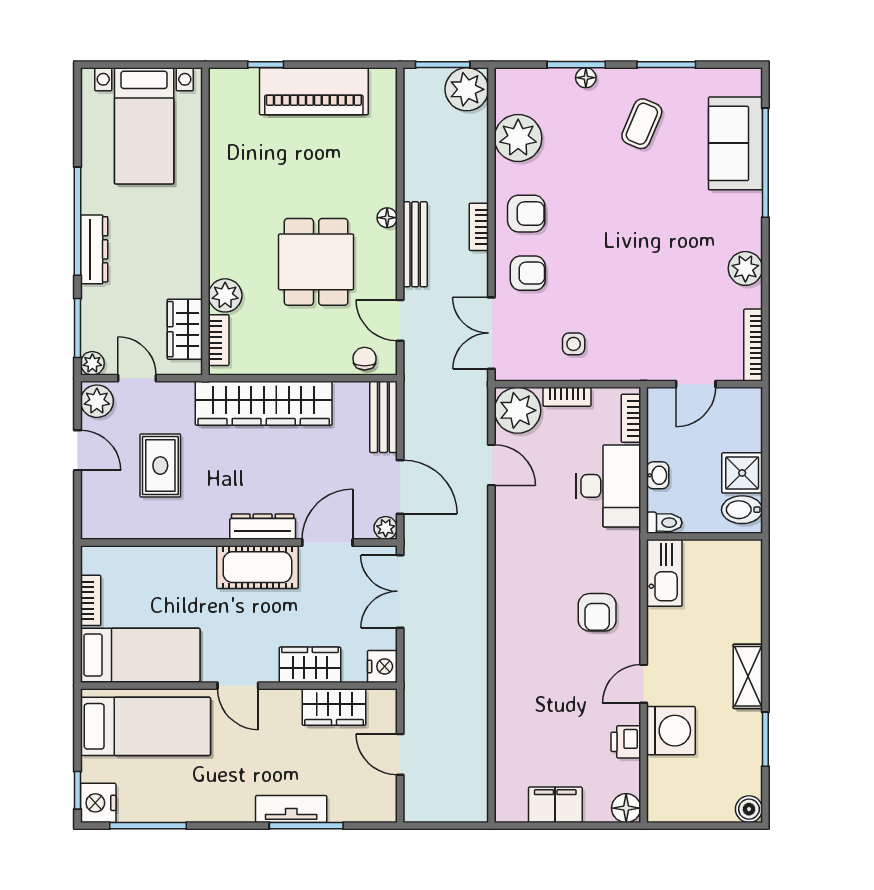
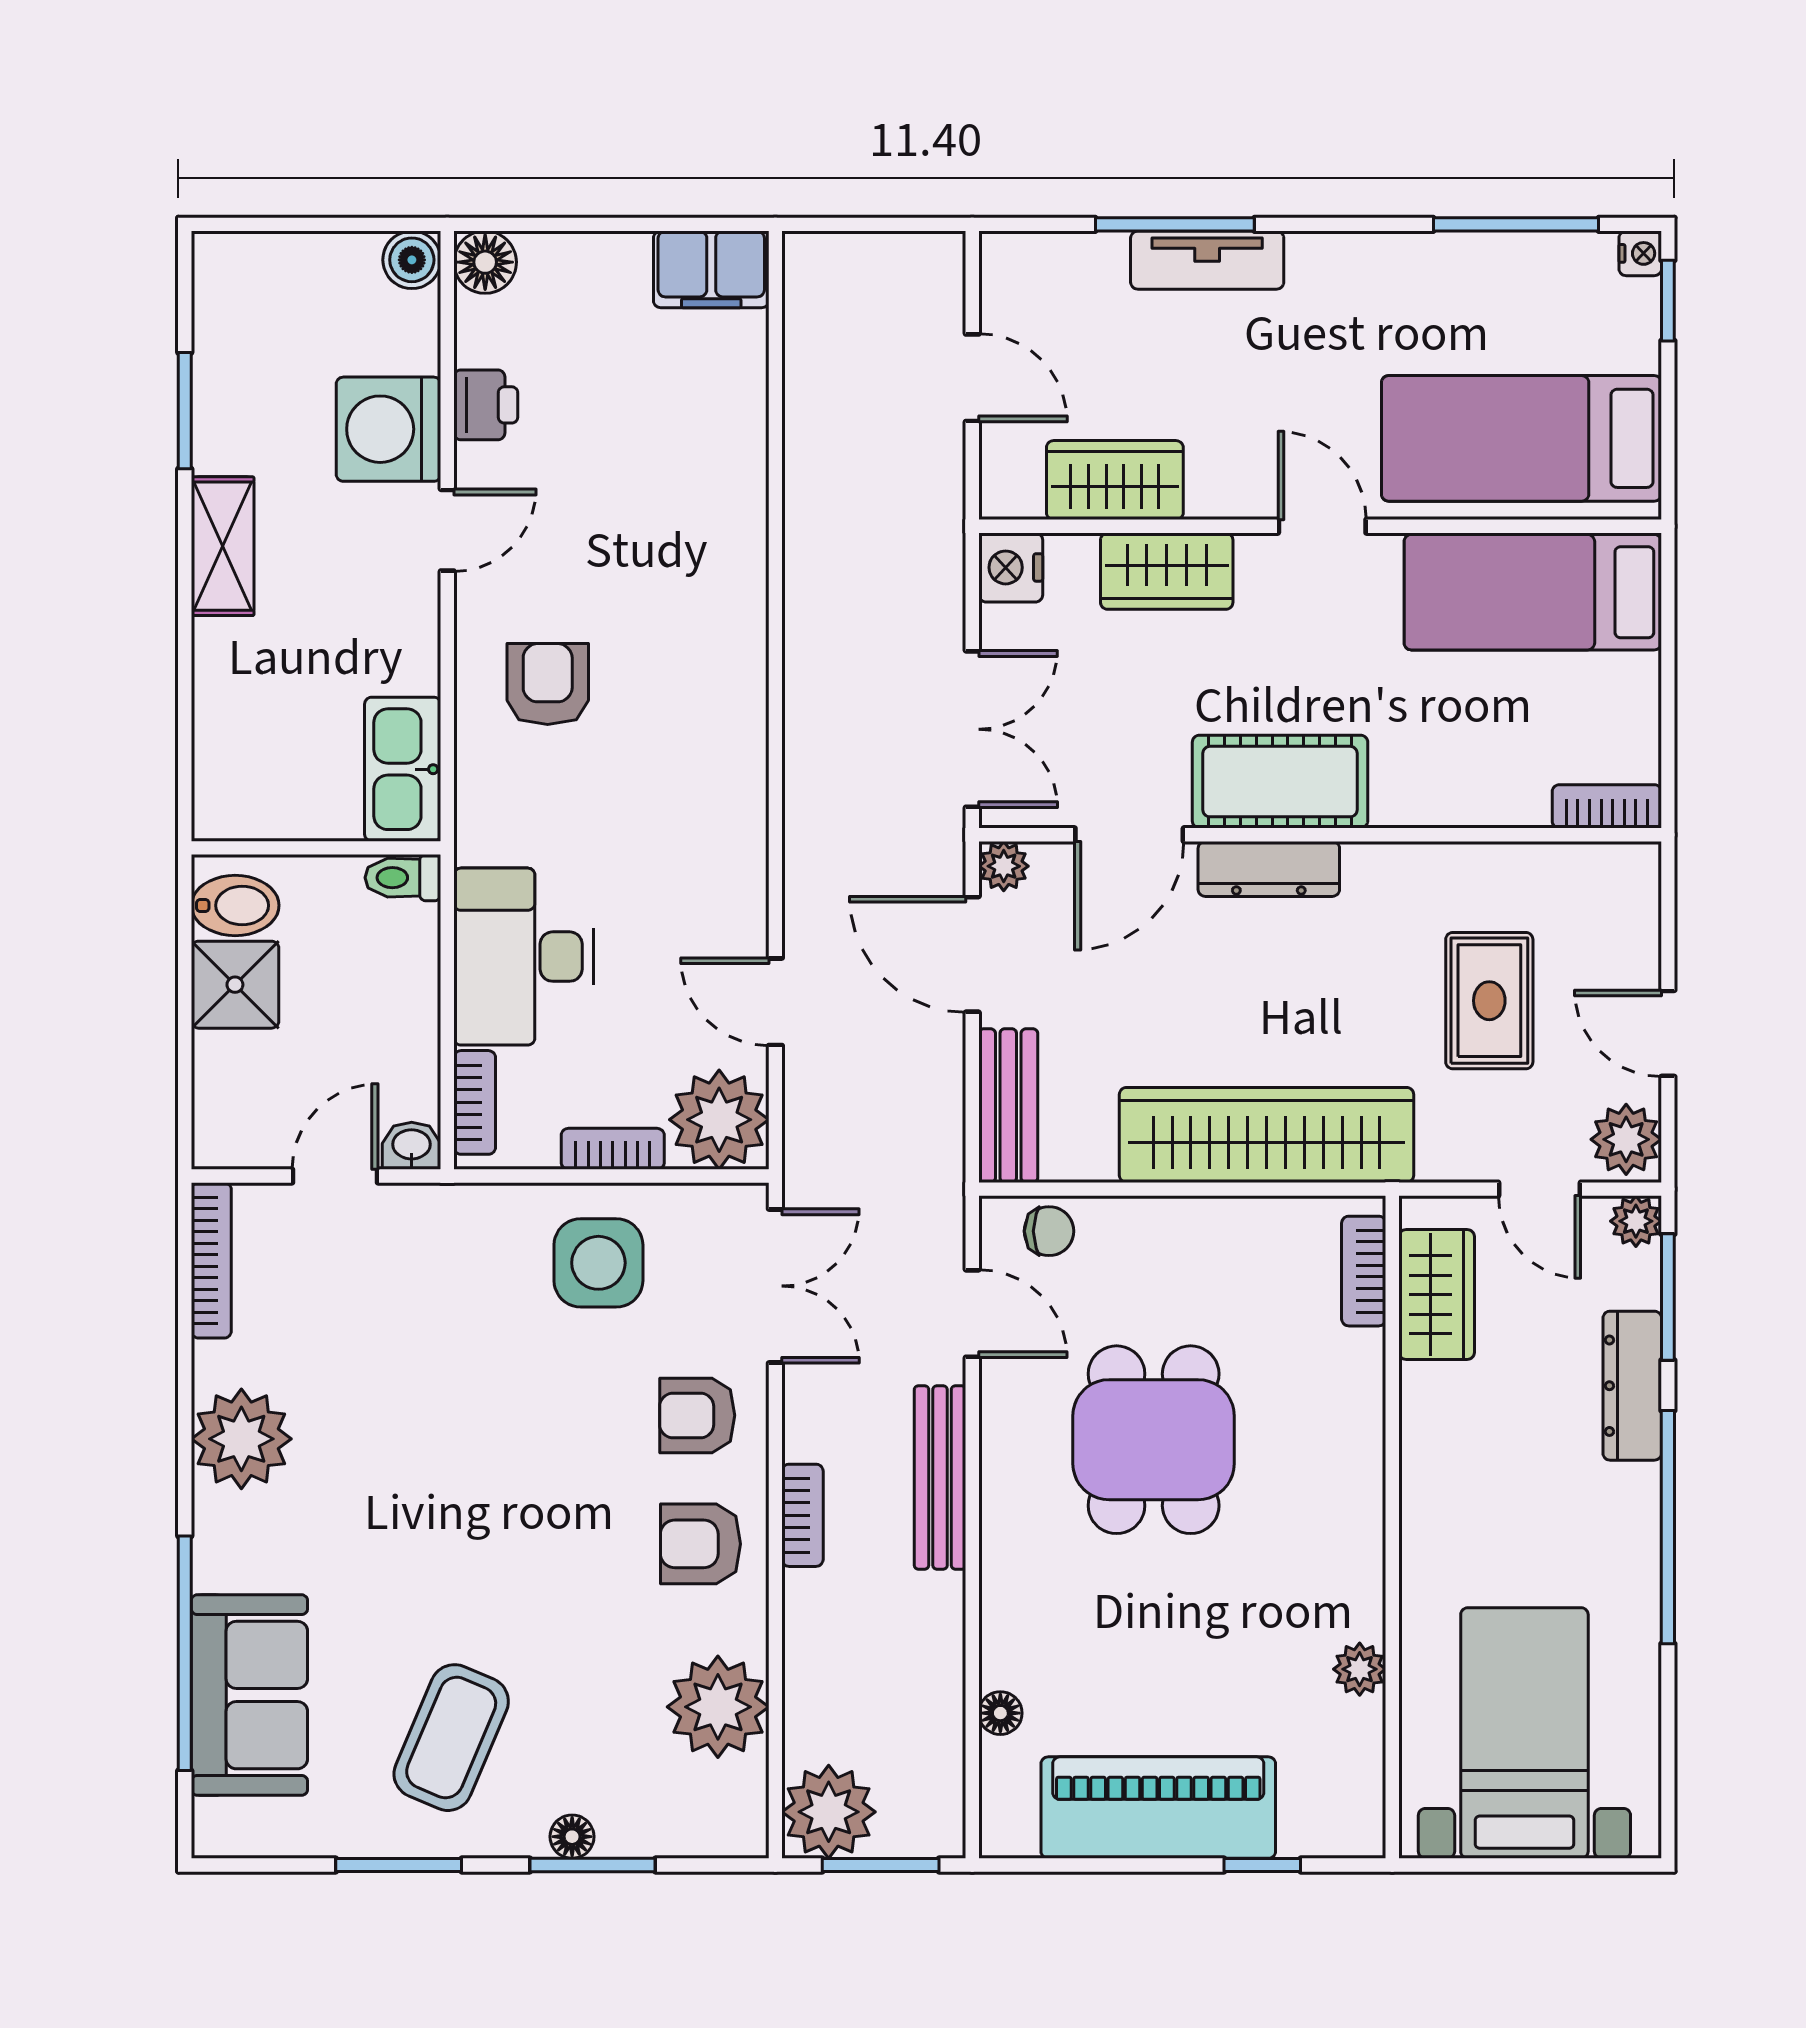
coffee table: (642, 124) -> (451, 1738), width x1.36, depth x1.30
floor lamp: (387, 218) -> (1000, 1713), moved
dresser: (94, 249) -> (1632, 1386), moved
plant: (745, 268) -> (241, 1439), width x1.36, depth x1.36
plant: (225, 295) -> (1360, 1669), moved, width x0.73, depth x0.73
side table: (574, 344) -> (598, 1263), width x1.87, depth x1.87
chair: (365, 359) -> (1049, 1231), turned -90
washbasin: (658, 475) -> (412, 1146), moved, turned 90
bookcase: (91, 600) -> (1607, 806), moved, turned 90
nightstand: (98, 803) -> (1640, 253), width x0.53, depth x0.56
filing cabinet: (555, 805) -> (711, 269), moved
boiler: (749, 809) -> (412, 260), moved

